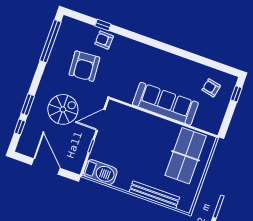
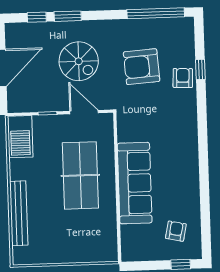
table tennis table: (186, 156) -> (80, 175), moved, turned 90

